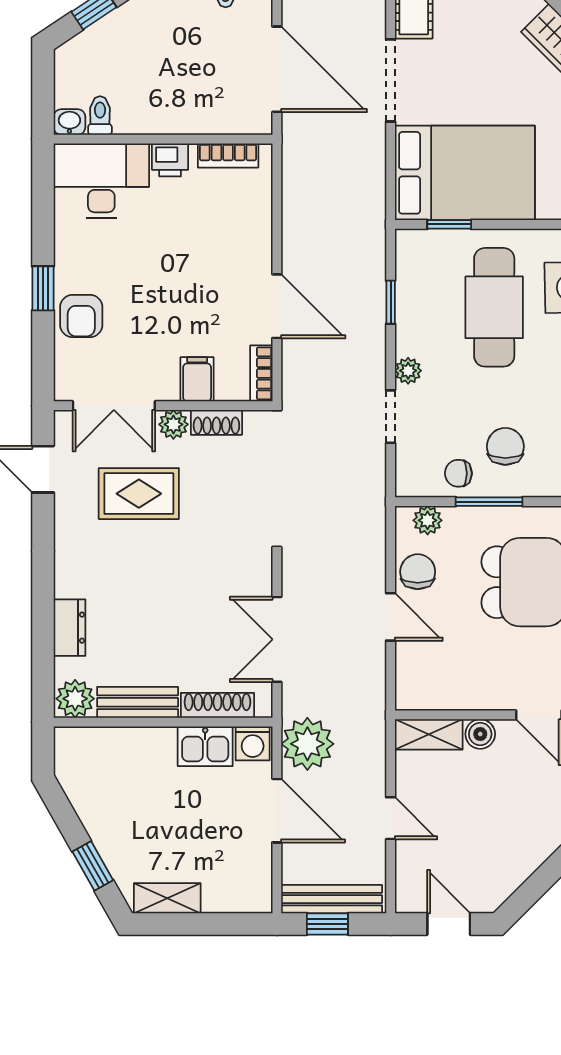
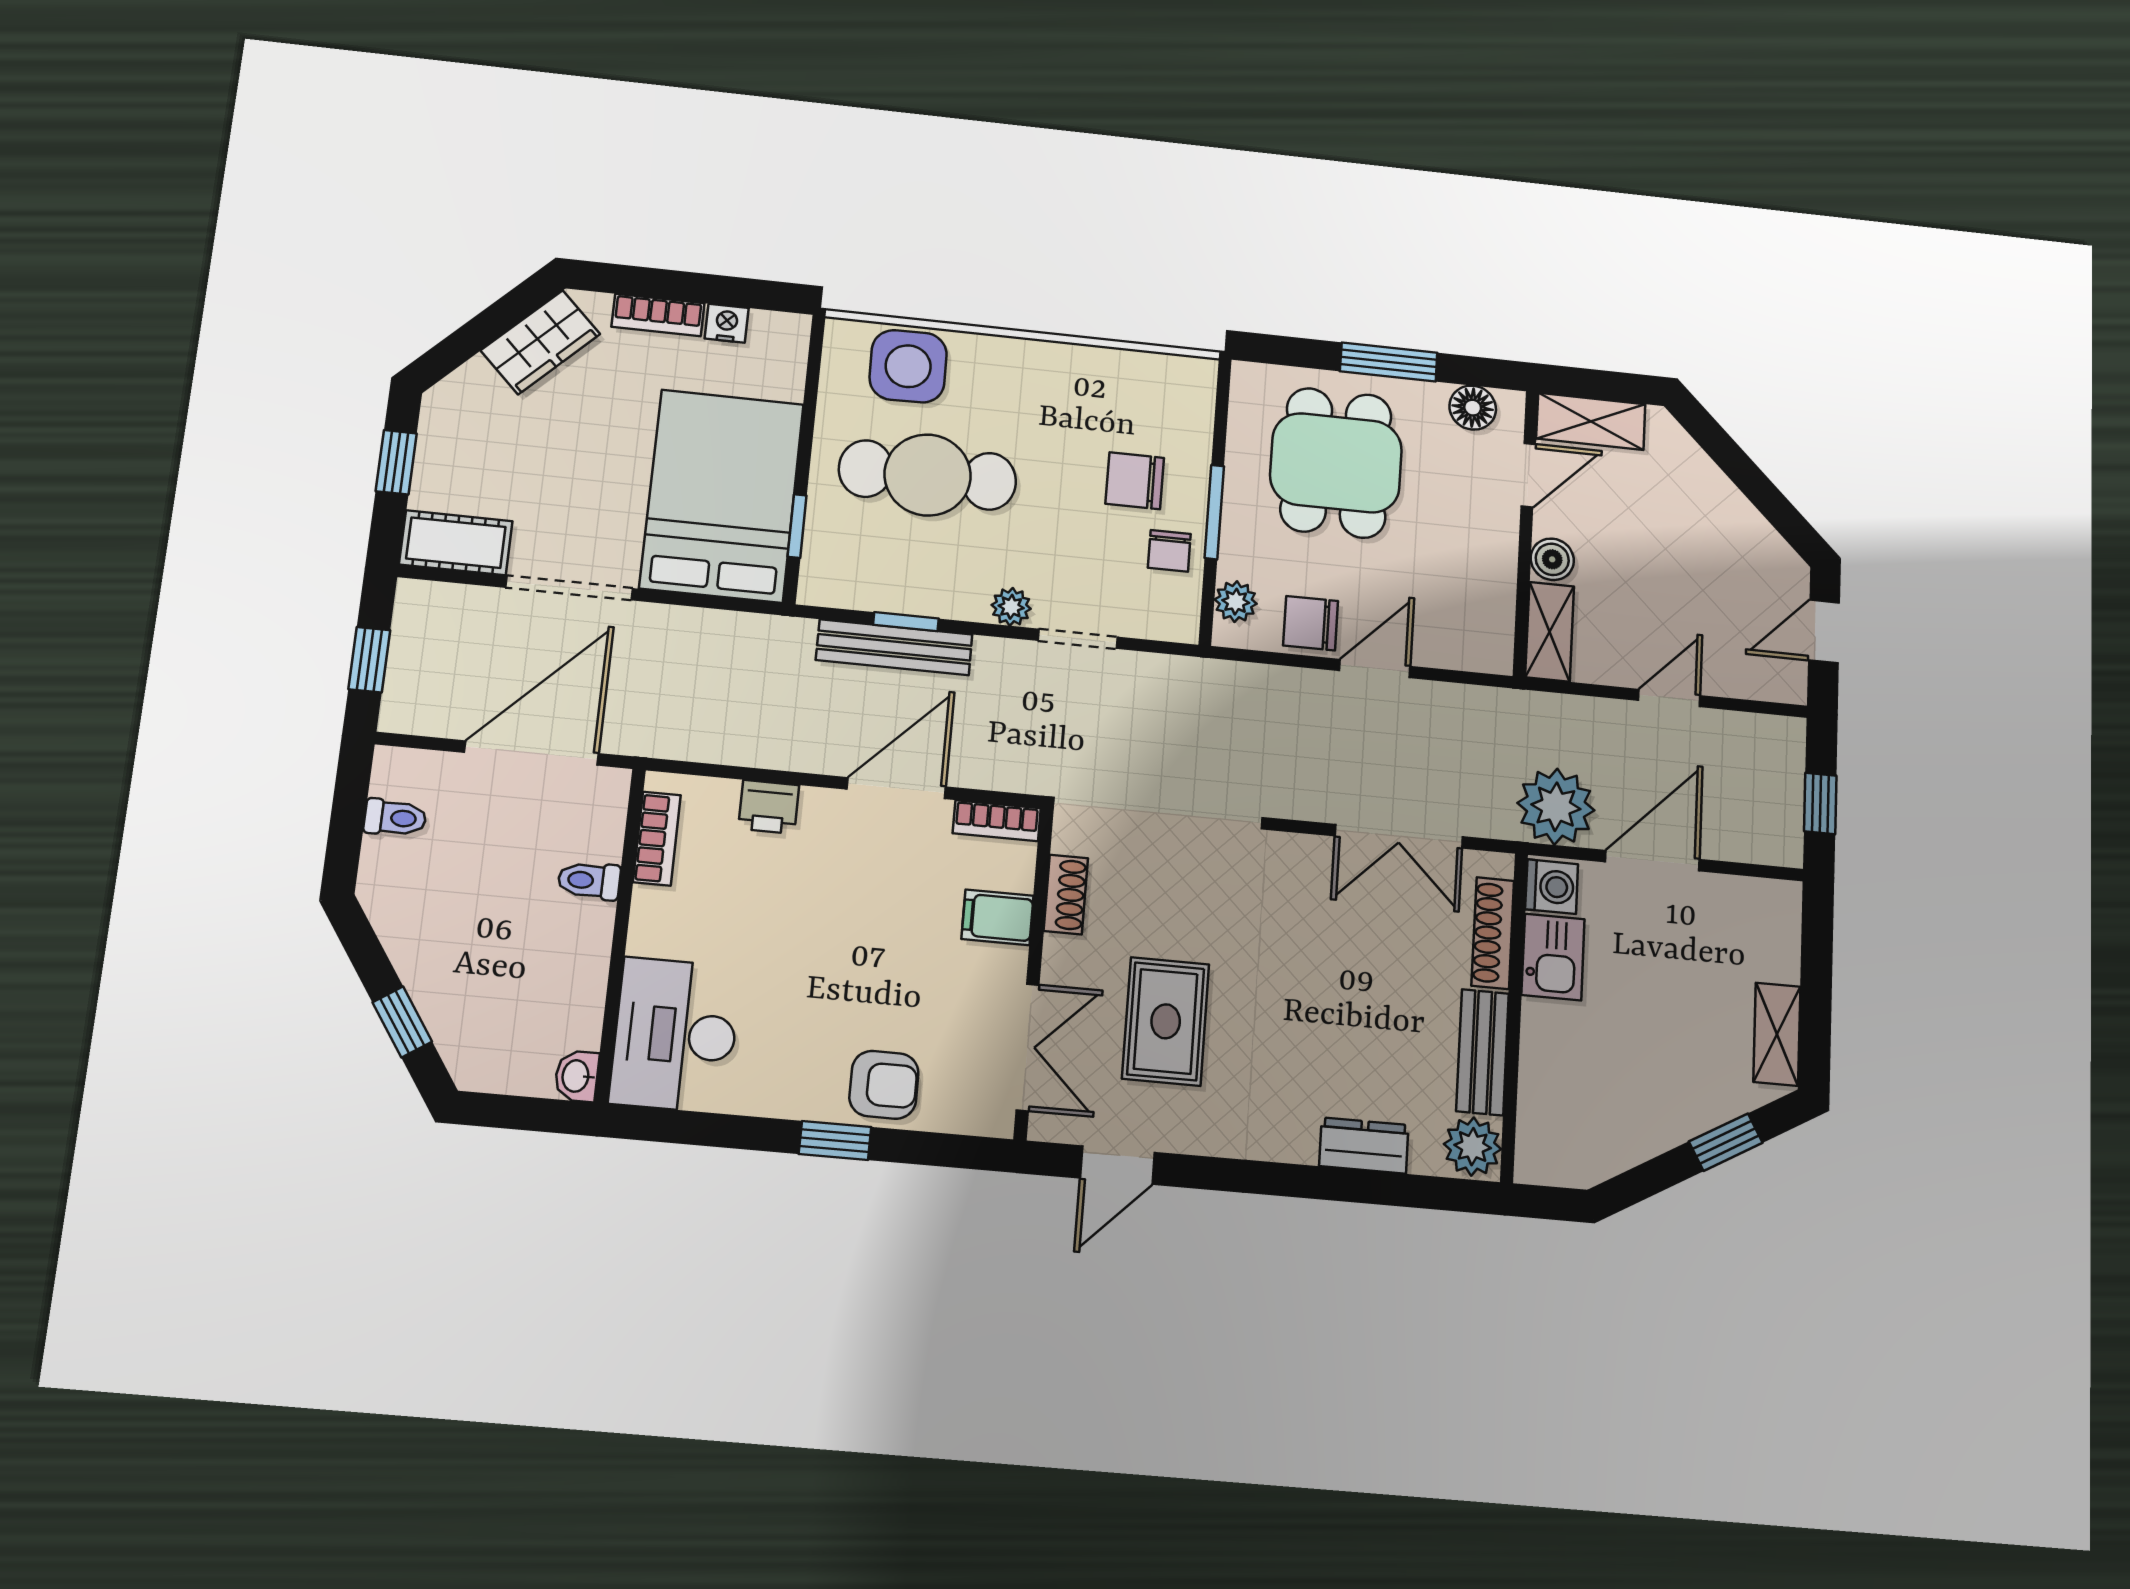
toilet: (100, 116) -> (589, 881), moved
printer: (170, 160) -> (769, 807), moved, turned 90
plant: (173, 424) -> (1064, 959), removed
bench: (332, 899) -> (894, 647), moved, turned 90

